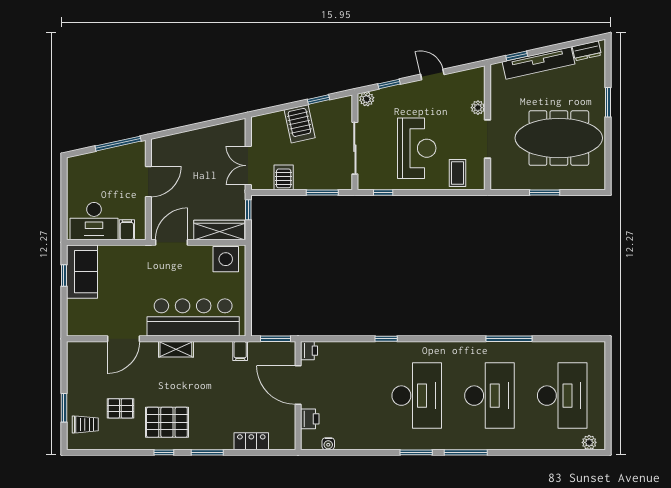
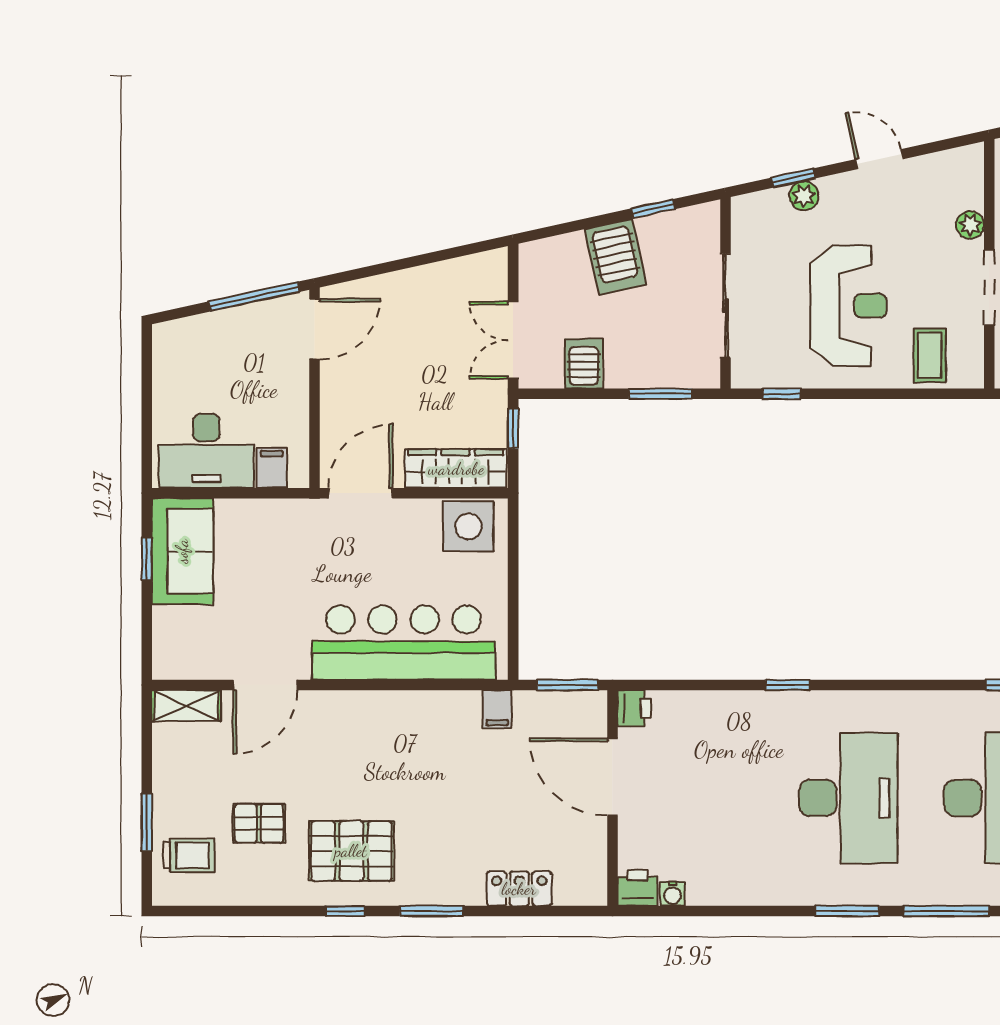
plant: (367, 99) -> (804, 196), moved
door: (148, 182) -> (314, 329), moved
shelving: (176, 349) -> (186, 706), moved
printer: (310, 419) -> (638, 888), moved, turned -90

